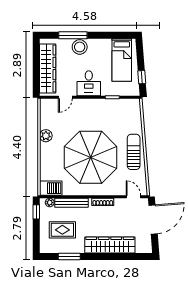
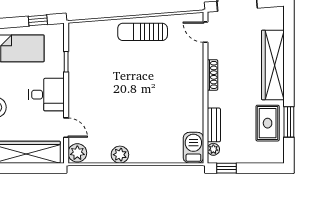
plant: (47, 105) -> (77, 153), added
parasol: (91, 157) -> (150, 92), removed
door: (133, 197) -> (205, 32), hinge flipped
bench: (71, 203) -> (214, 125), width x0.73
rug: (62, 230) -> (268, 123), moved

